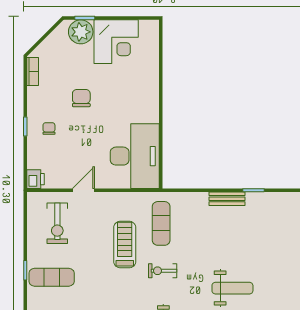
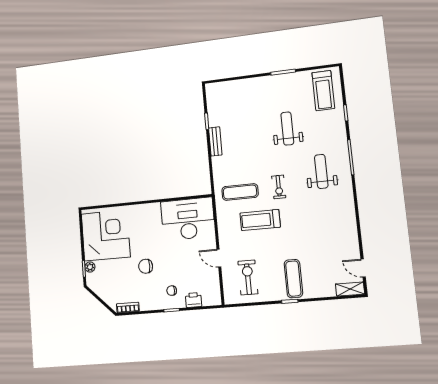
plant: (81, 32) -> (90, 267), width x0.53, depth x0.53
corner desk: (116, 42) -> (106, 235), width x1.36, depth x1.36
printer: (36, 179) -> (194, 300), moved
exercise bike: (57, 223) -> (248, 277), turned -90

